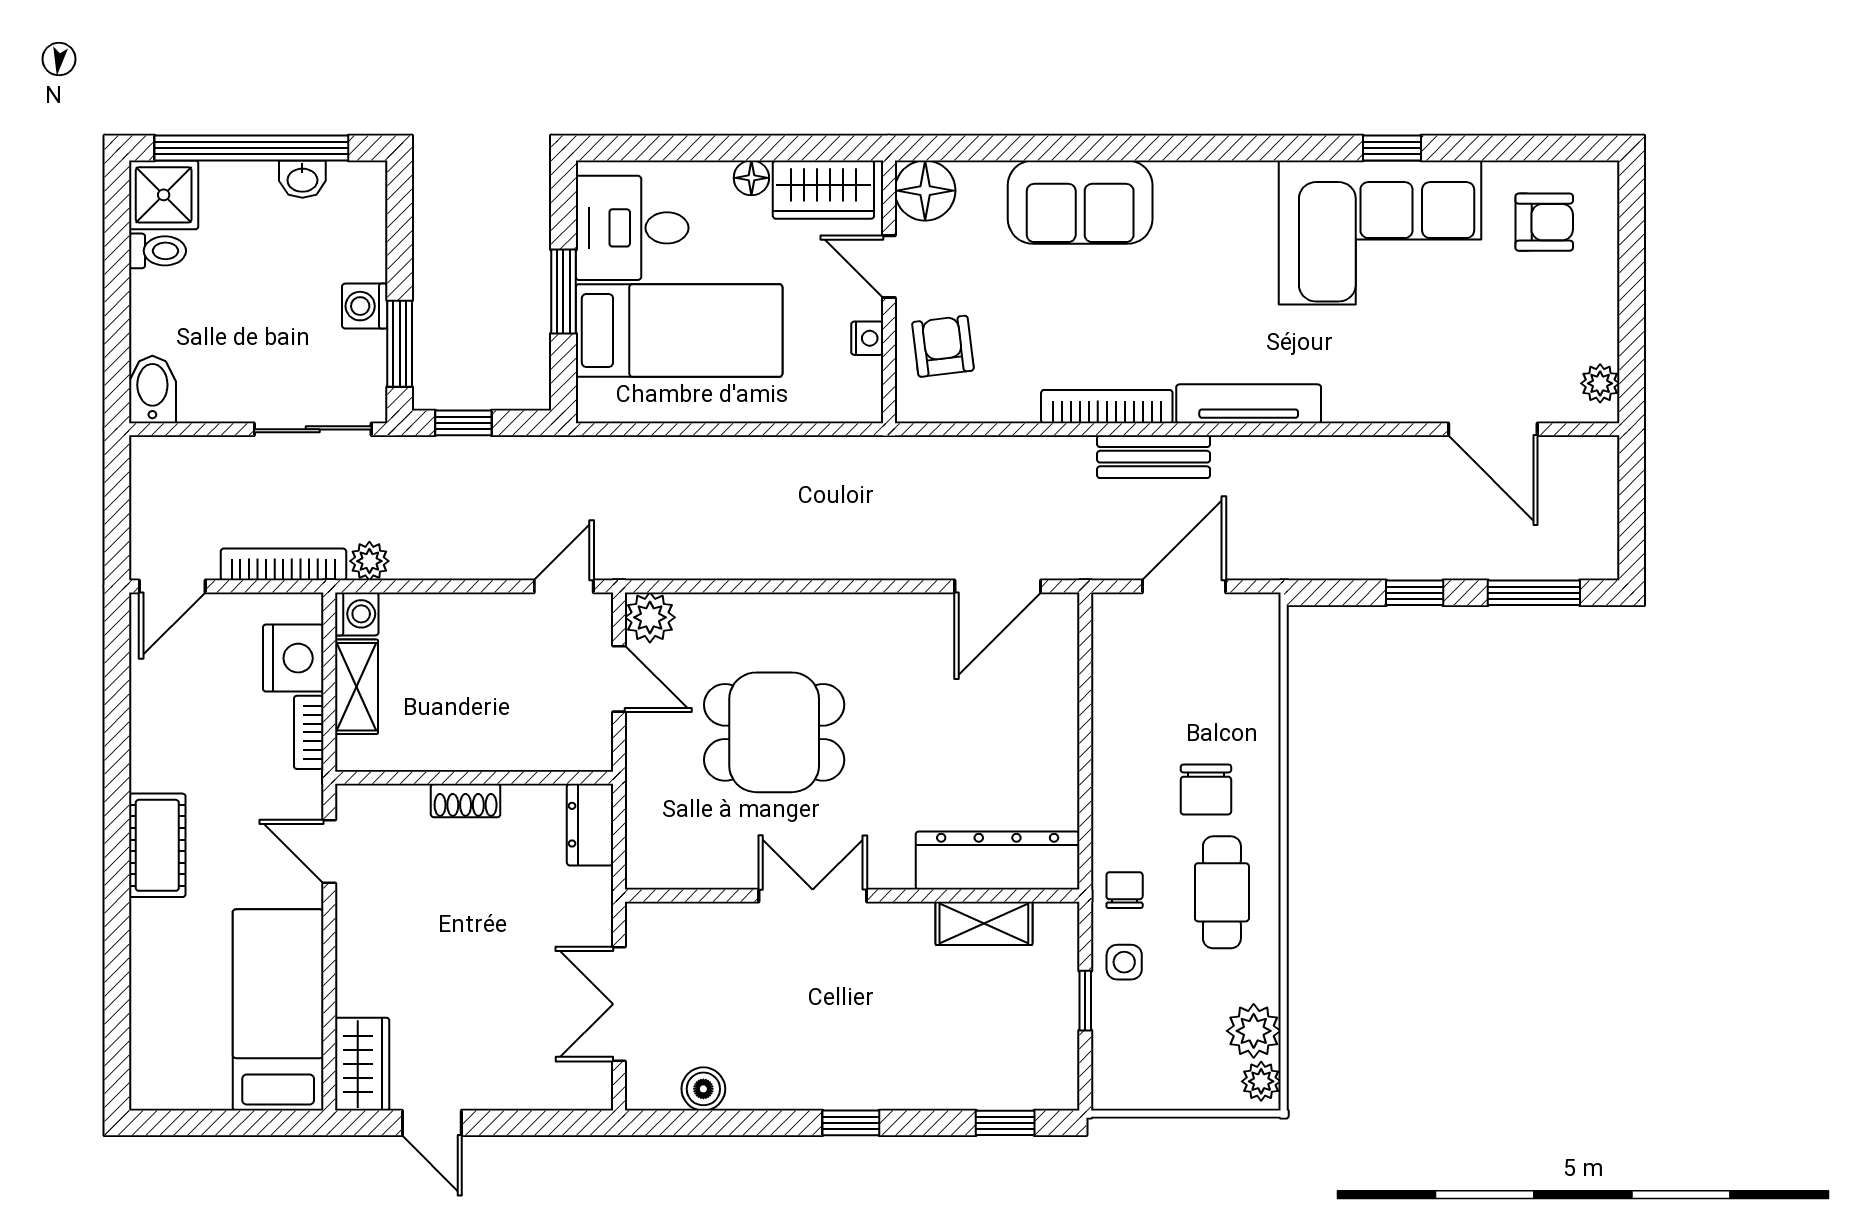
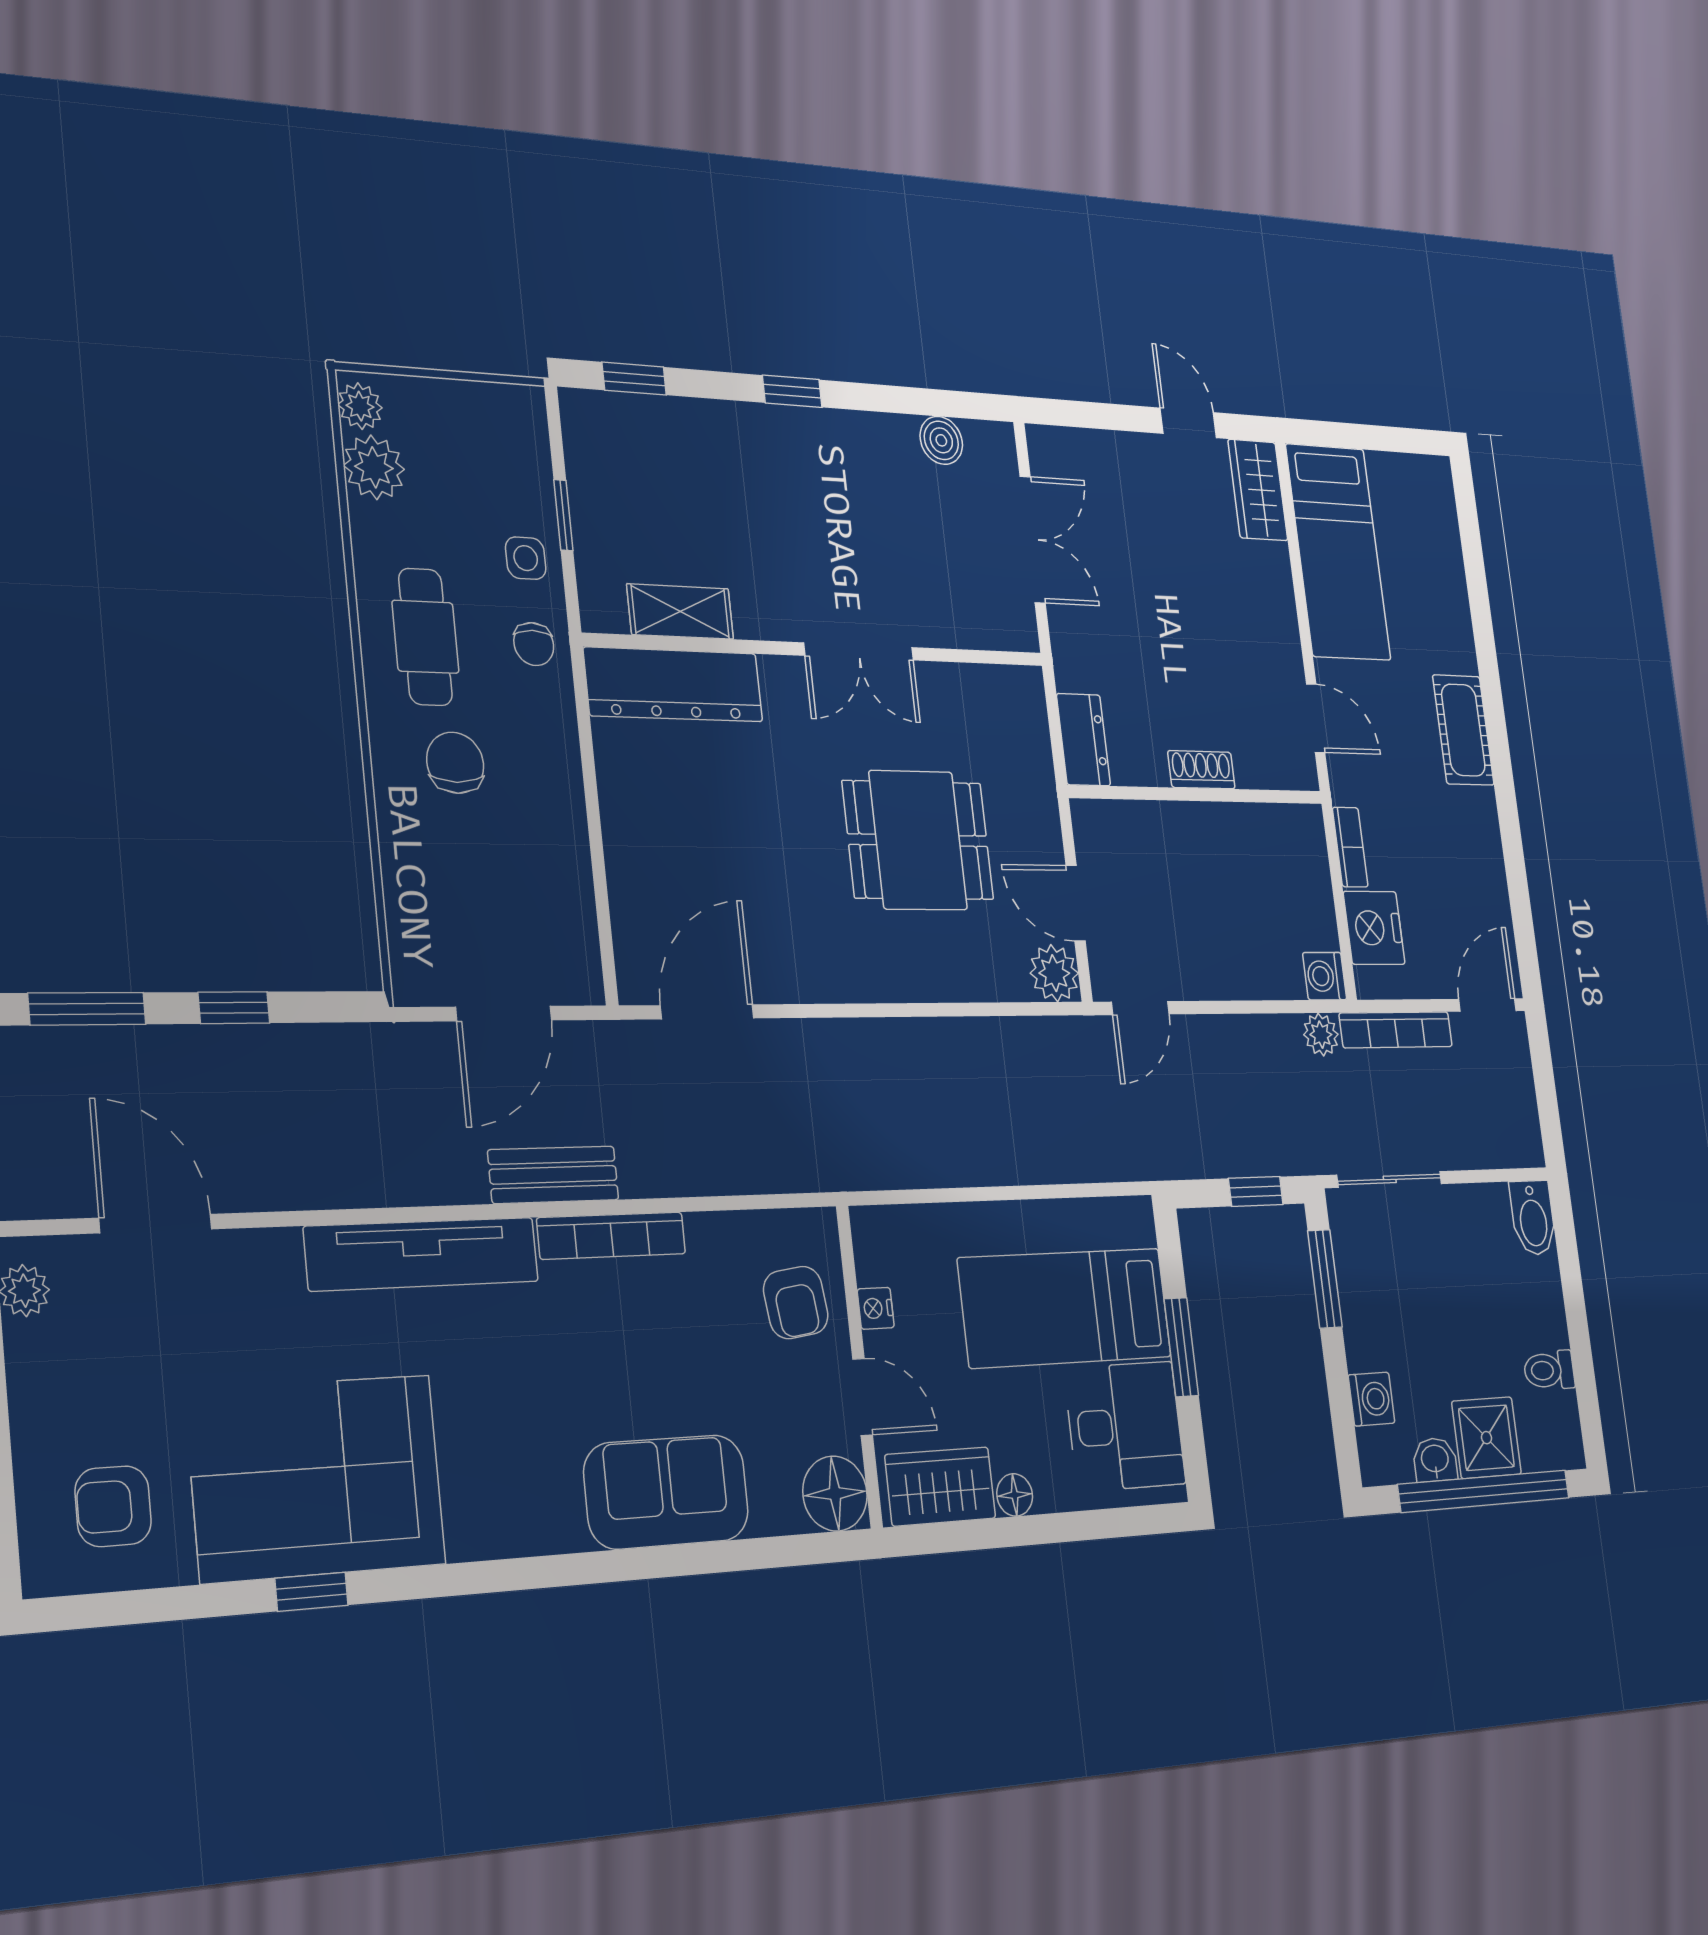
shower: (164, 195) -> (1486, 1438), moved
washing machine: (365, 306) -> (1372, 1399), moved
tv unit: (1249, 404) -> (422, 1254), width x1.36, depth x1.29
shelving: (357, 687) -> (1315, 896), removed

